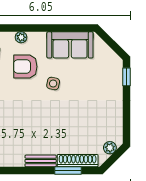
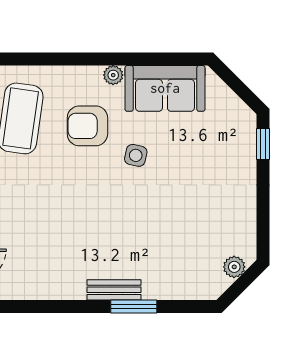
plant: (21, 37) -> (113, 75), moved
shoe rack: (78, 161) -> (178, 289), removed
window: (68, 171) -> (134, 306), moved

